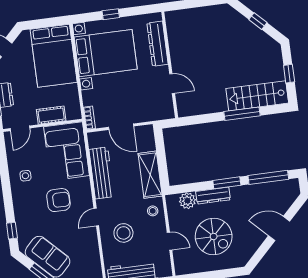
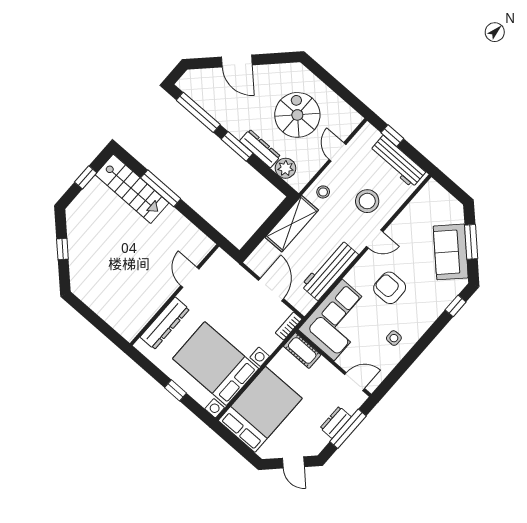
cot: (51, 115) -> (302, 350), moved

